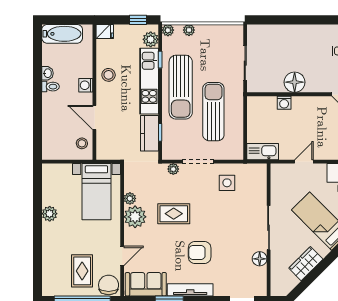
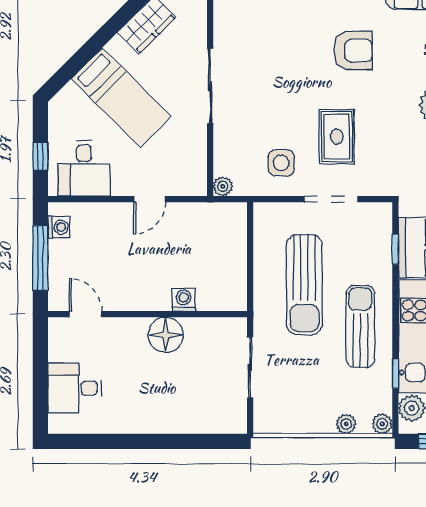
sun lounger: (181, 87) -> (360, 326), width x0.73, depth x0.75
kitchen sink: (263, 152) -> (220, 216), removed
plant: (173, 169) -> (223, 186), moved
rug: (174, 214) -> (337, 137), moved, turned 90
armchair: (200, 252) -> (353, 50), moved
floor lamp: (260, 259) -> (225, 33), removed

